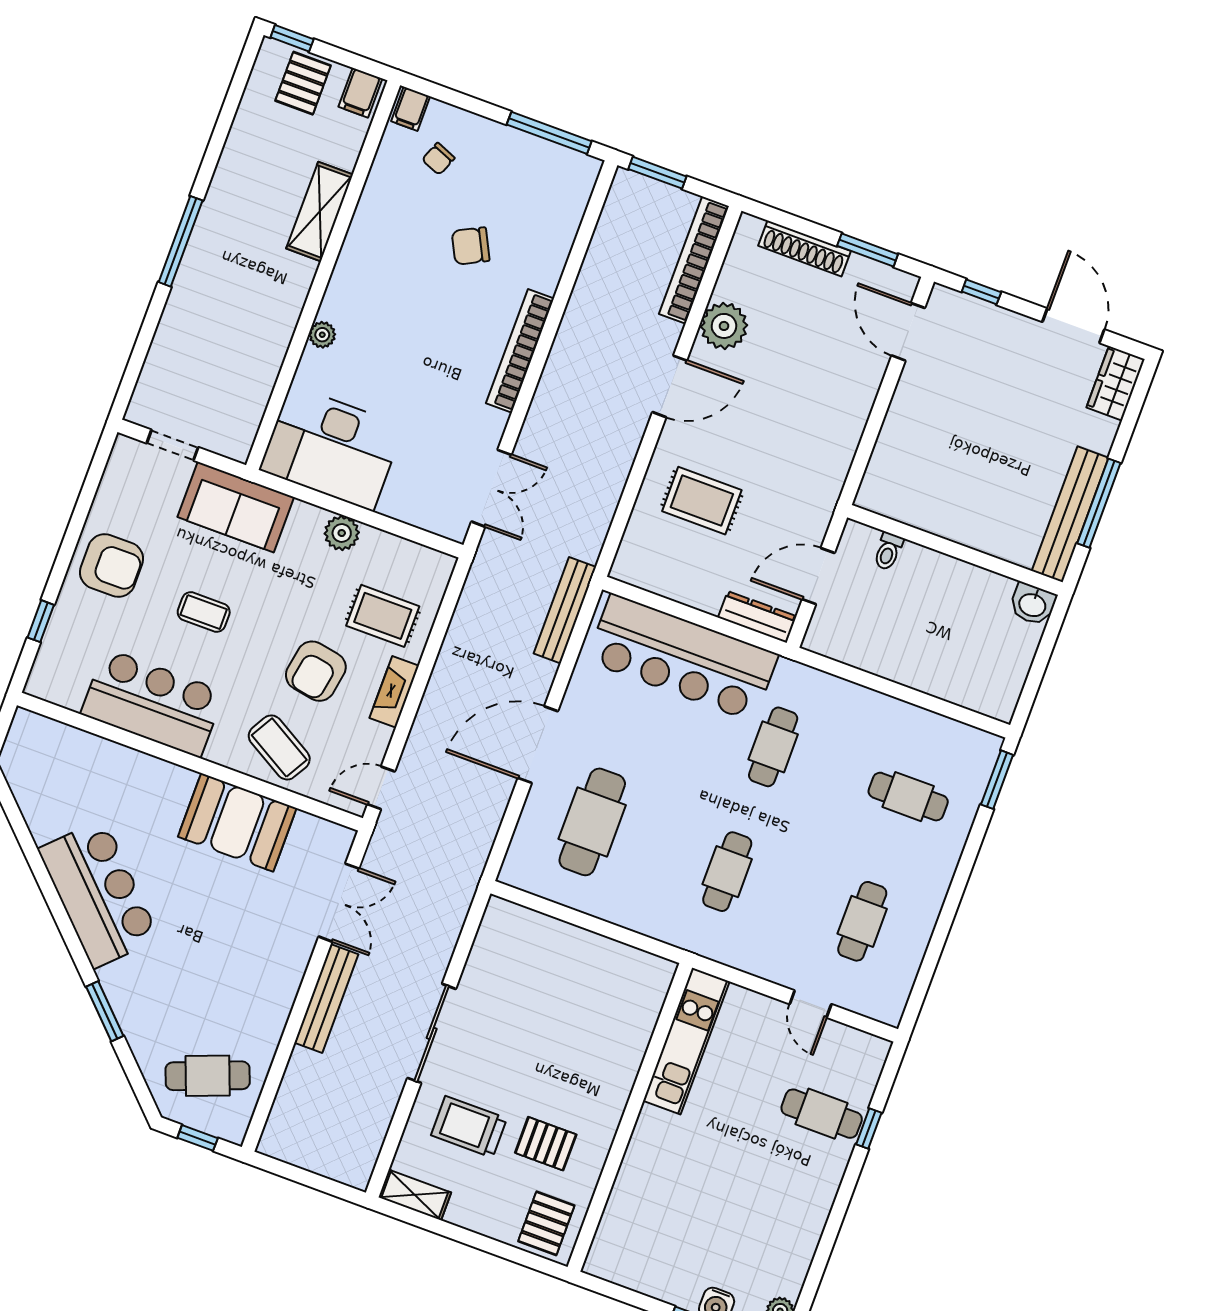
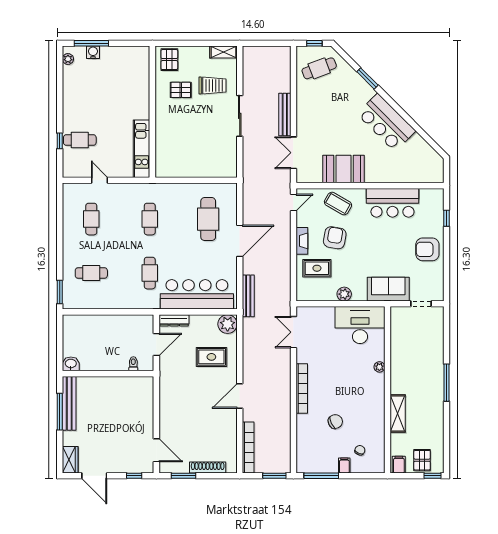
filing cabinet: (411, 109) -> (344, 465), moved
plant: (724, 326) -> (228, 324), moved
coffee table: (204, 612) -> (386, 245), removed

